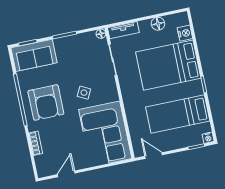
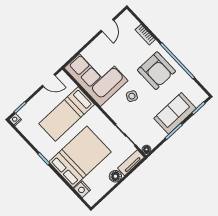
floor lamp: (158, 24) -> (115, 176), moved
sofa: (34, 55) -> (175, 113), moved
armchair: (46, 102) -> (156, 71), turned 180
bed: (178, 114) -> (67, 114), moved, turned 180

